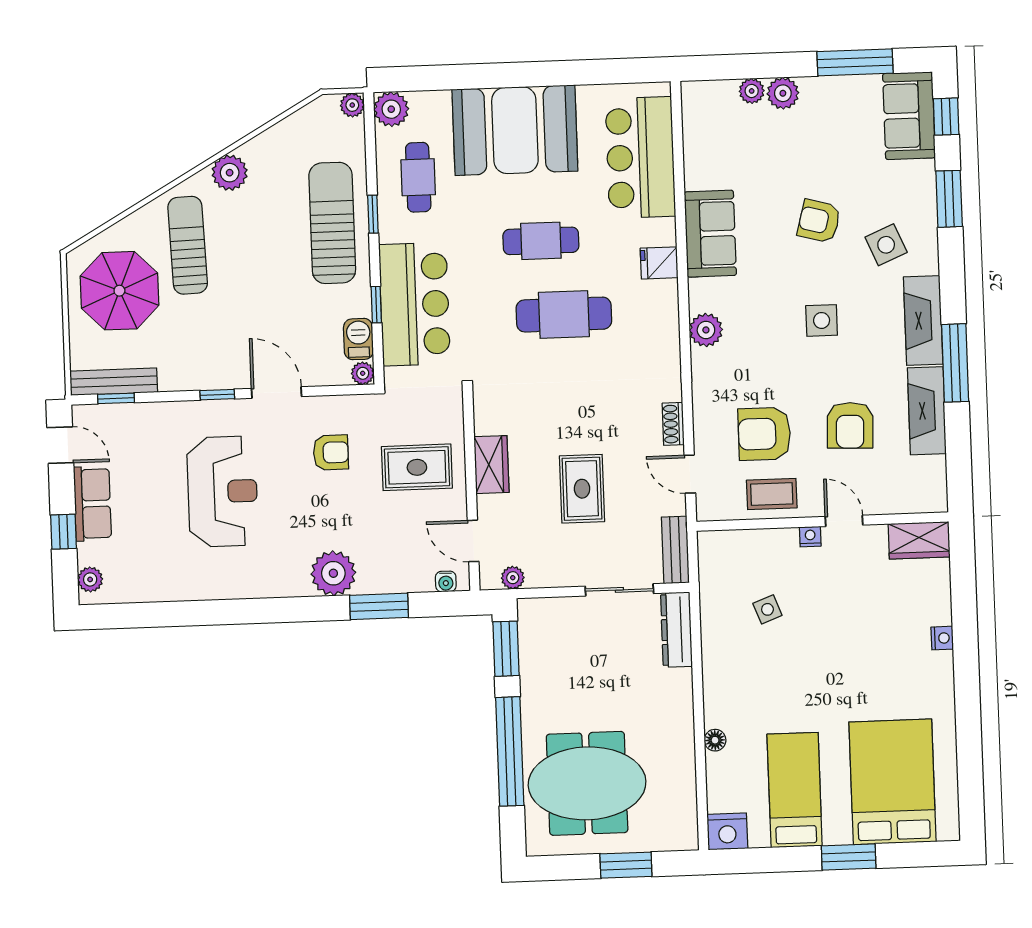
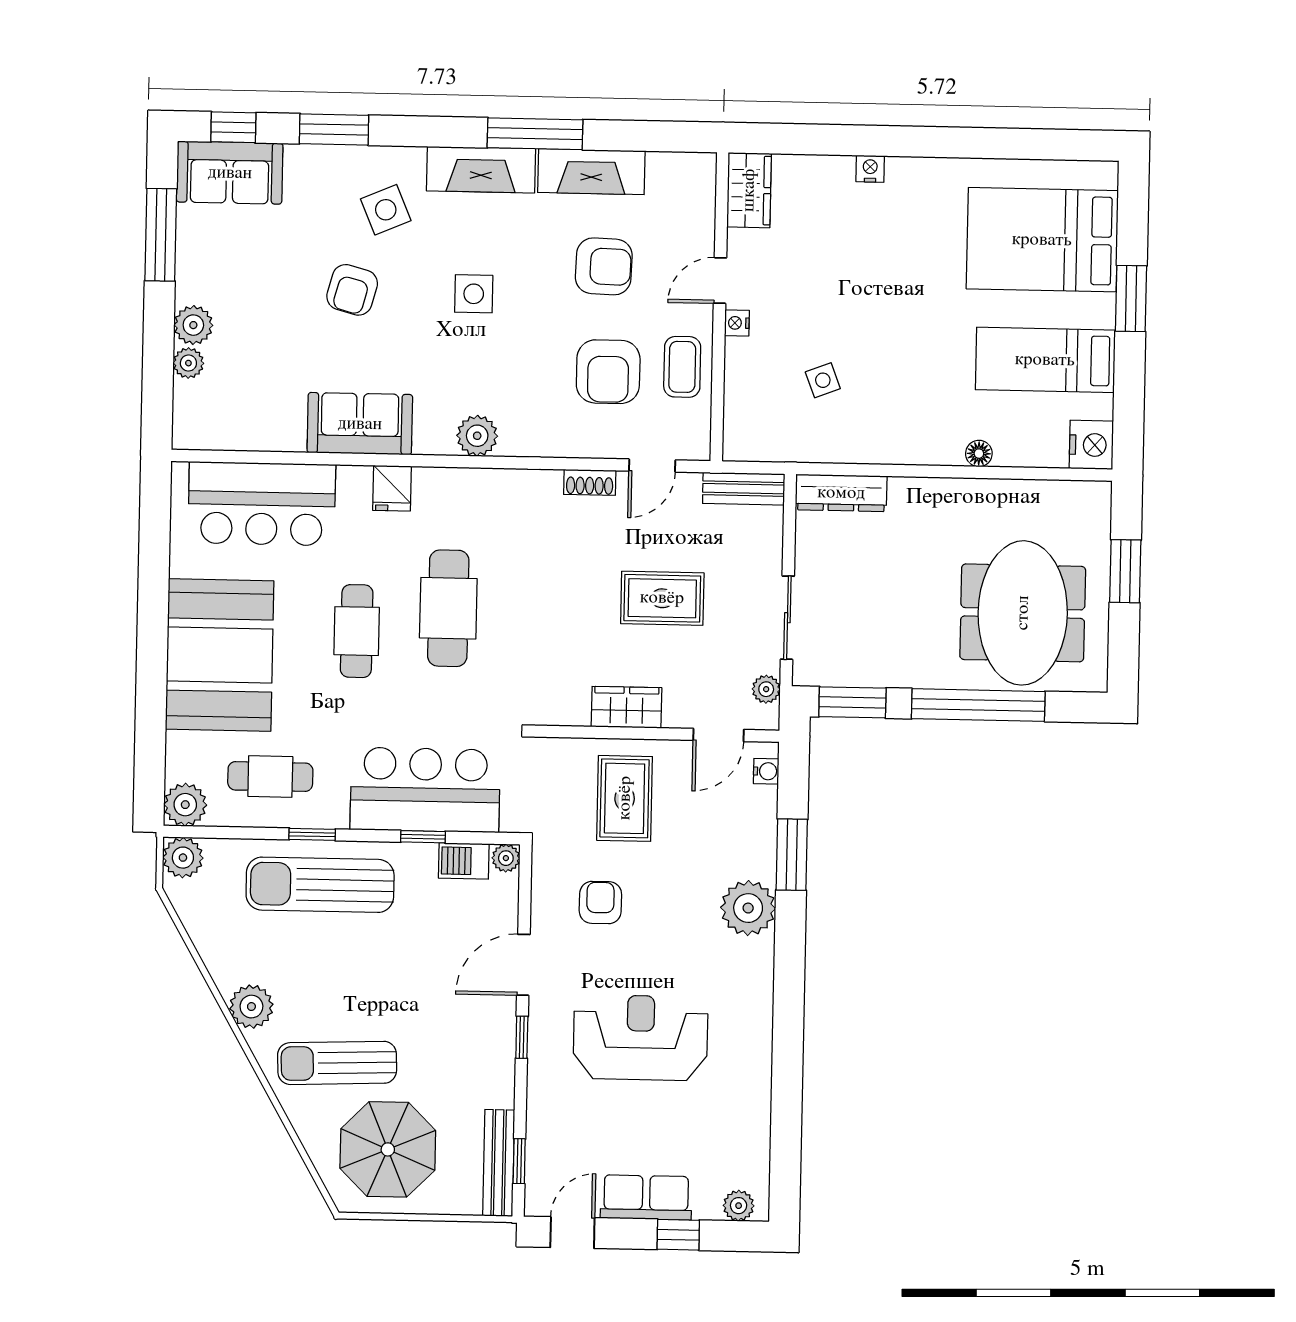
plant: (352, 105) -> (183, 858), width x1.38, depth x1.38
sliding door: (619, 590) -> (787, 618), moved

